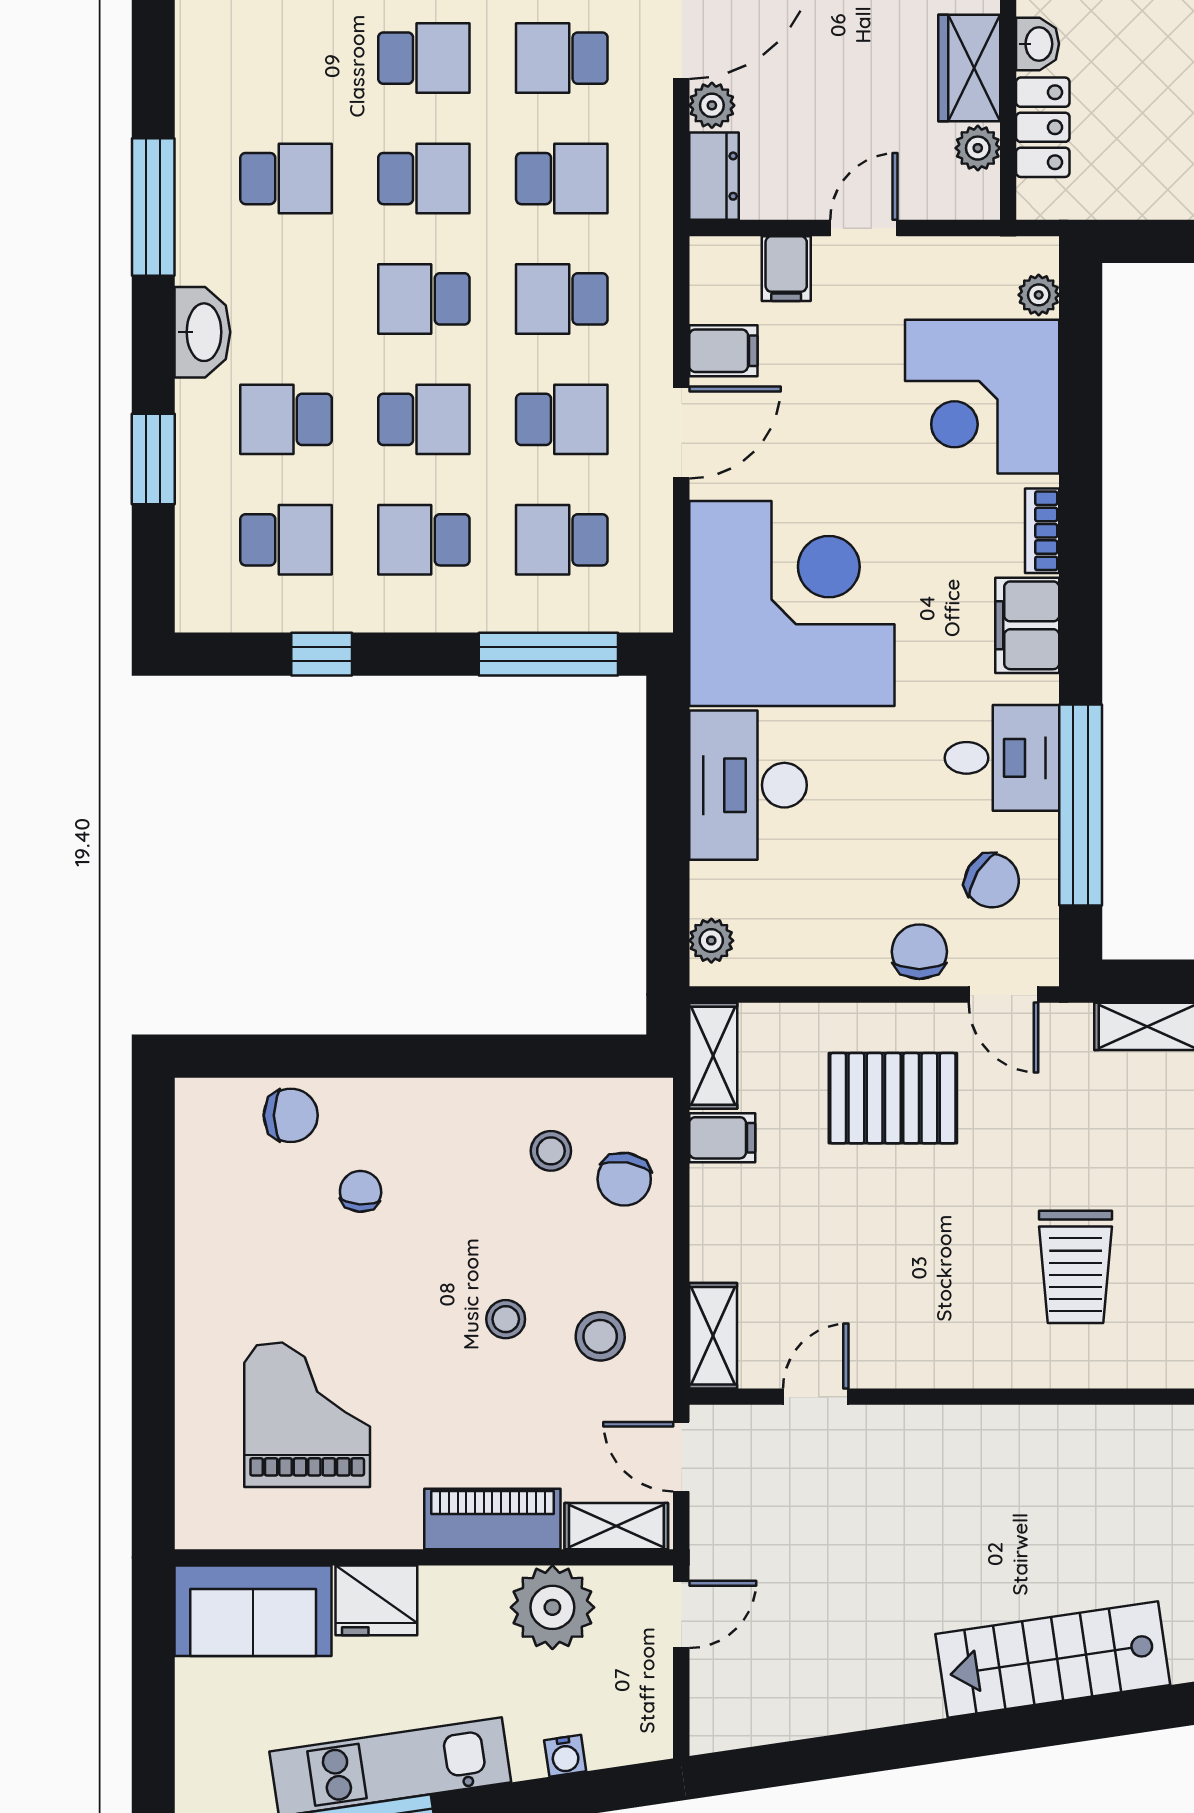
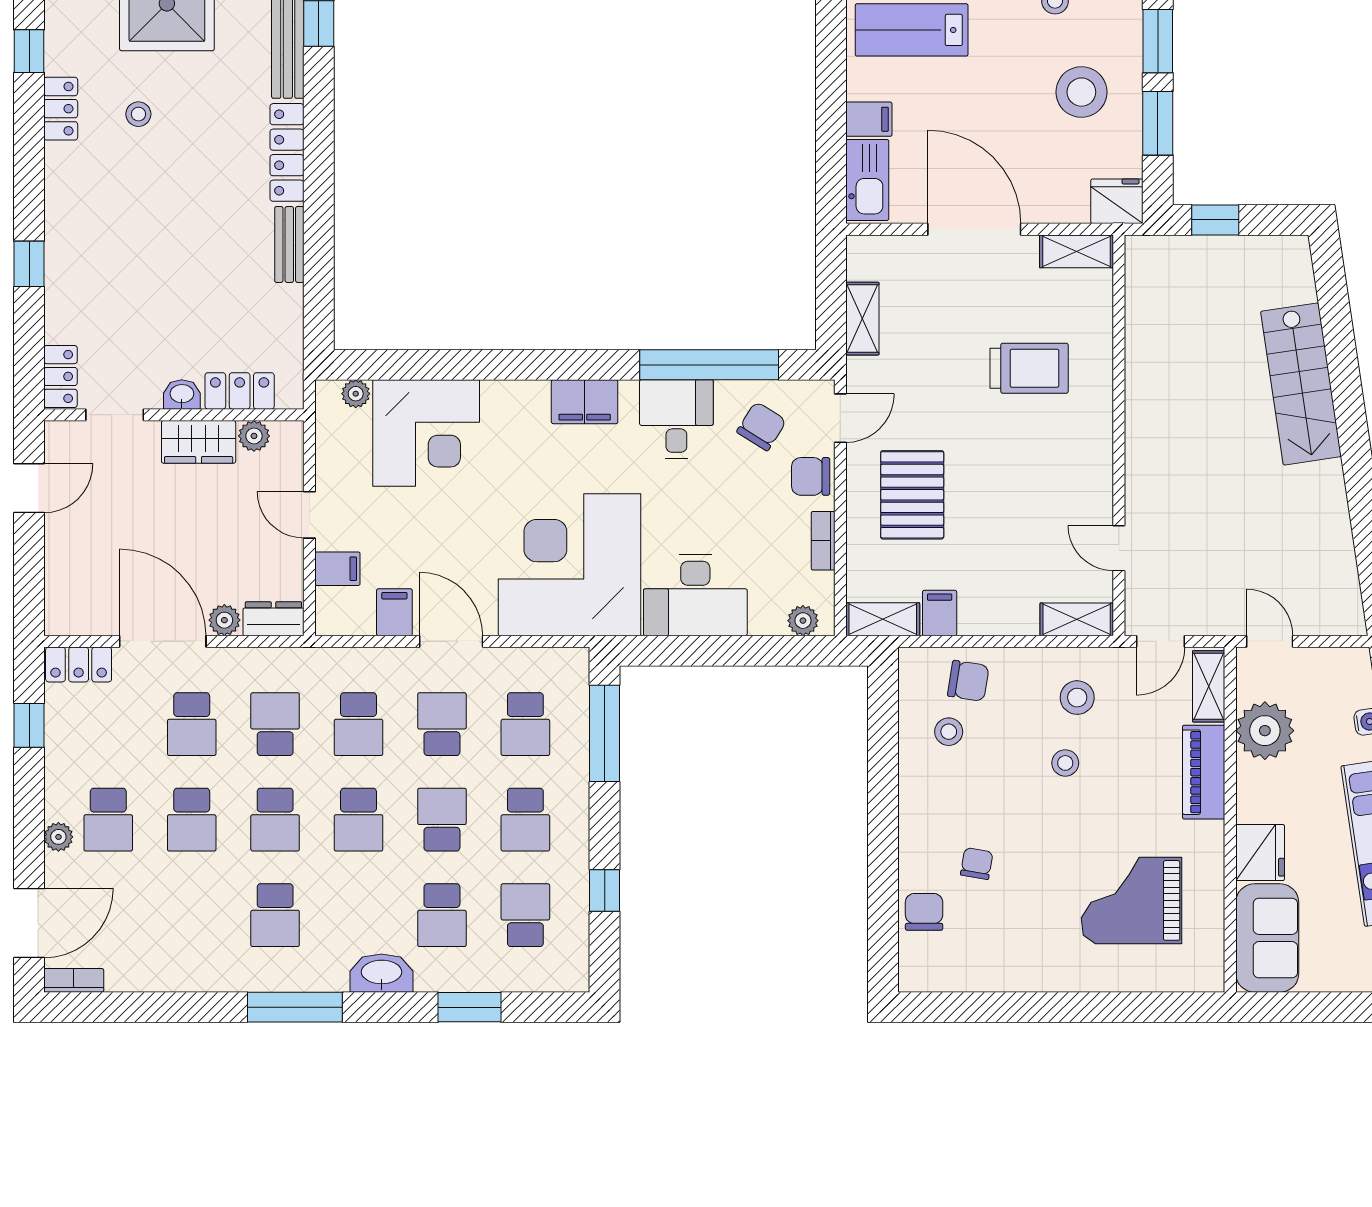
school desk: (424, 58) -> (192, 820), turned 180
school desk: (286, 179) -> (275, 915), turned 180
school desk: (424, 179) -> (275, 820), turned 180
bookcase: (1042, 531) -> (823, 541), moved, turned 90
chair: (361, 1191) -> (977, 864), turned 96

